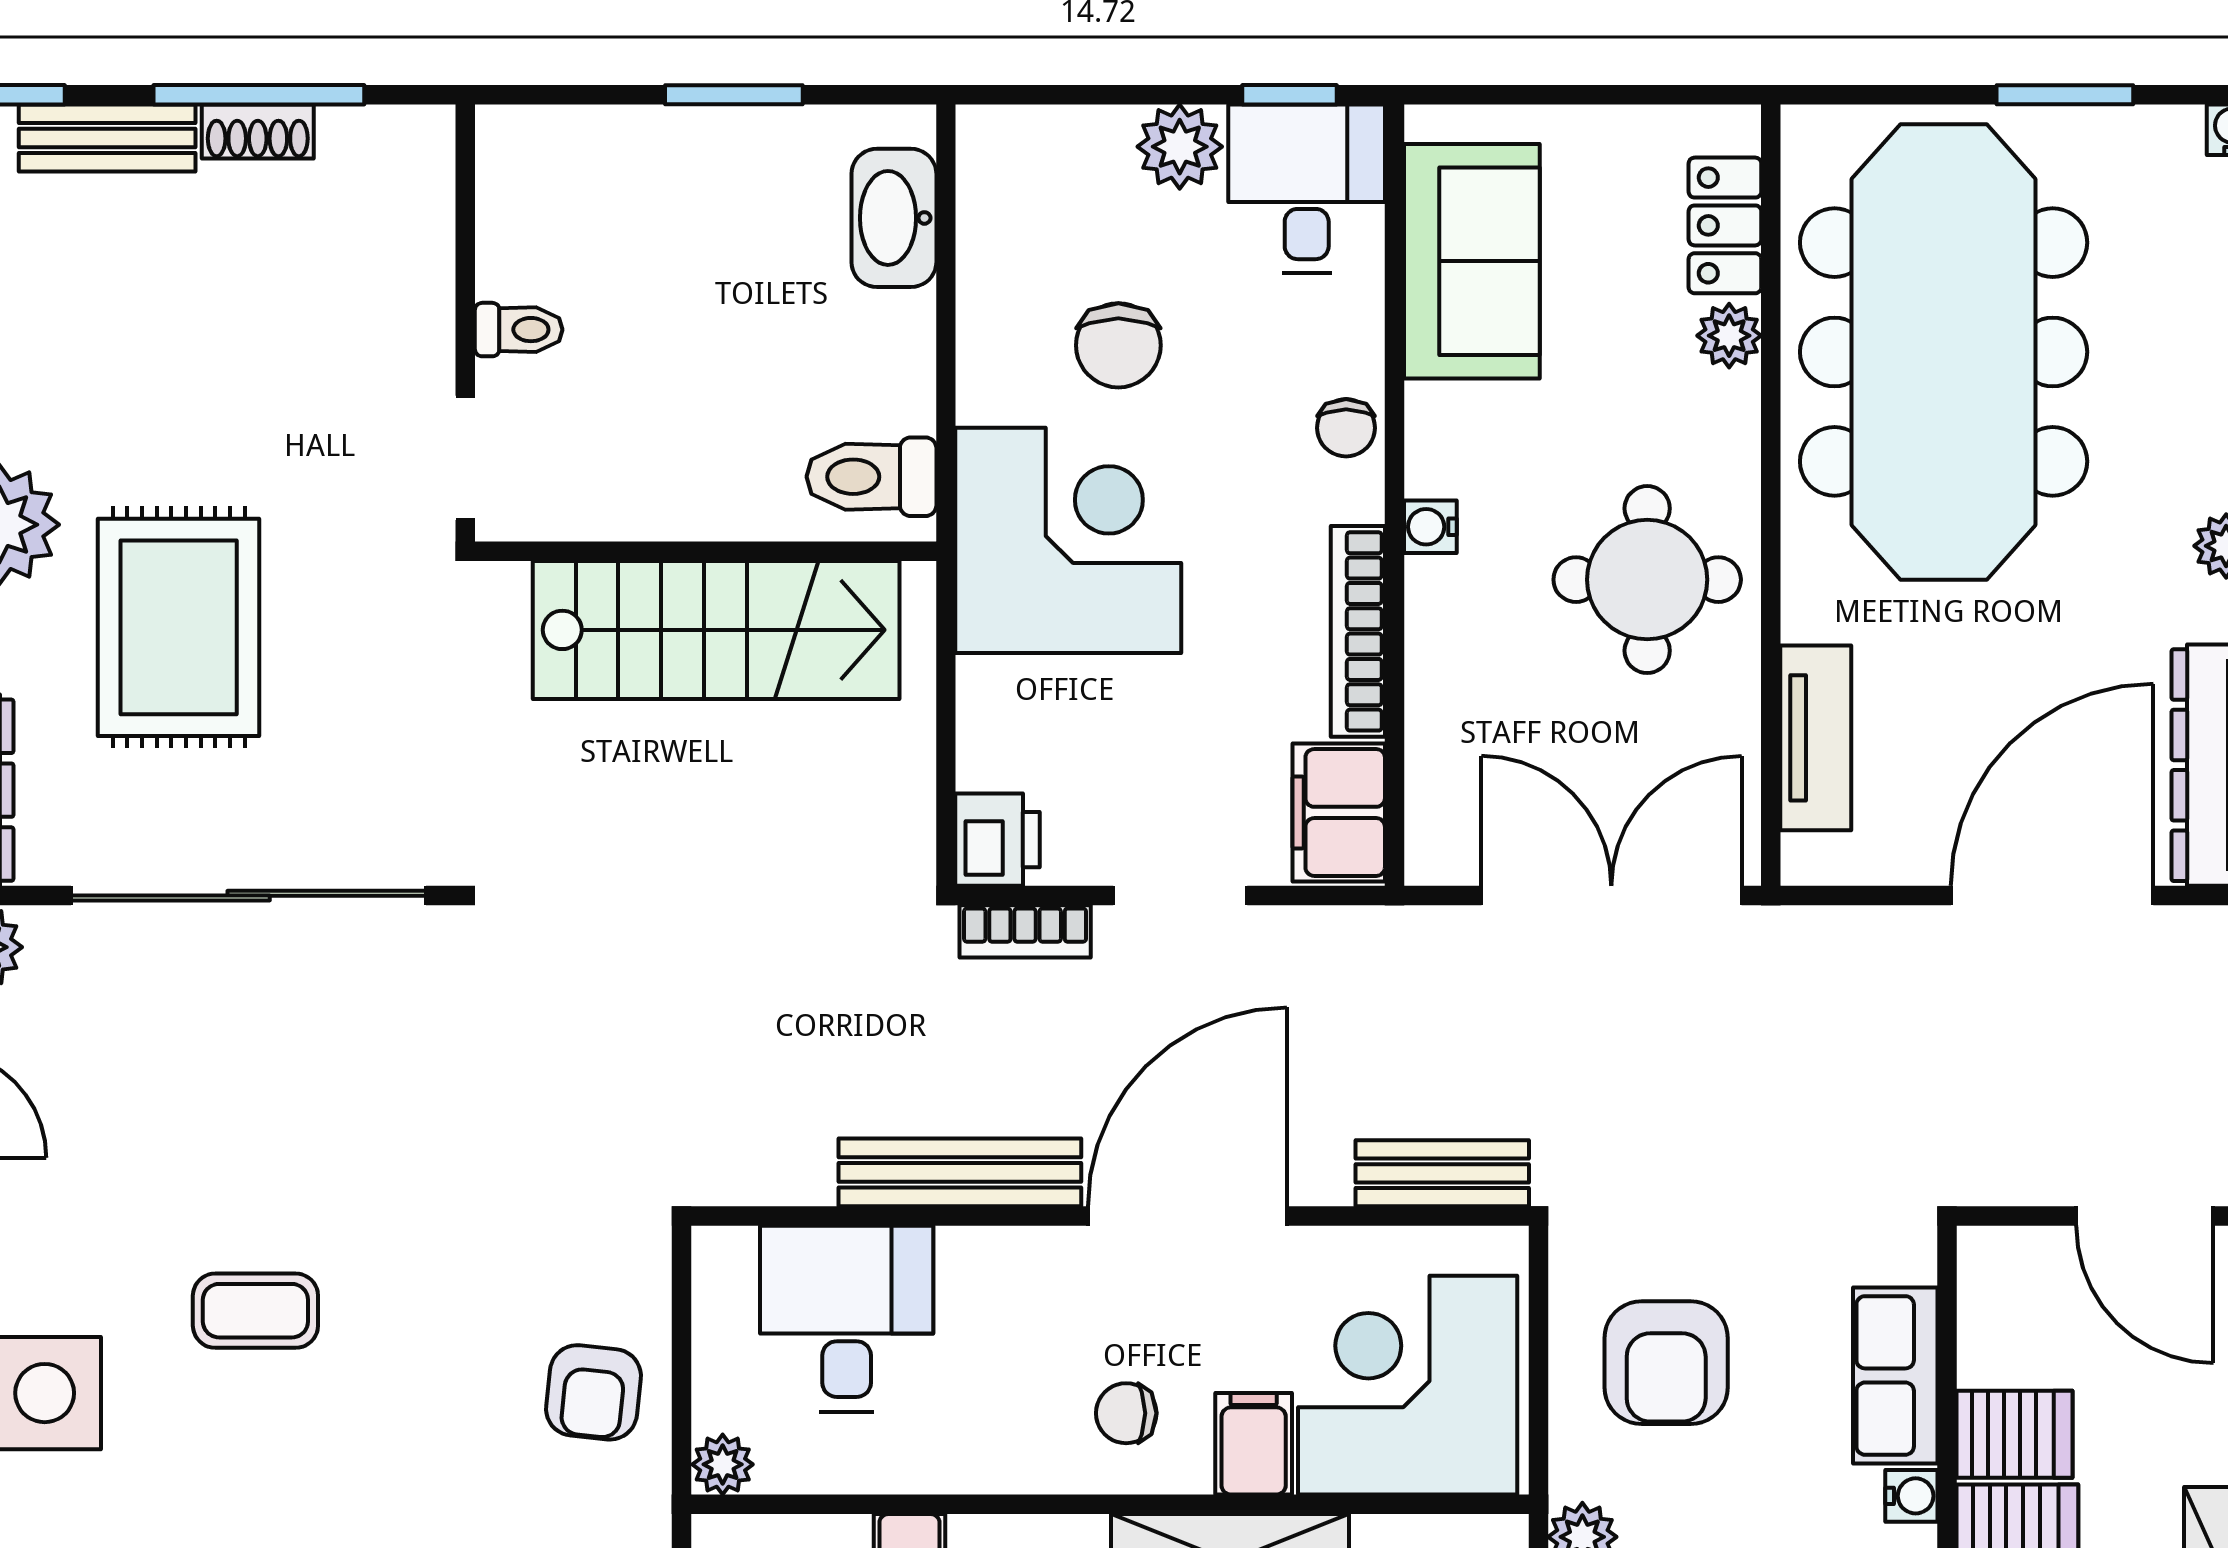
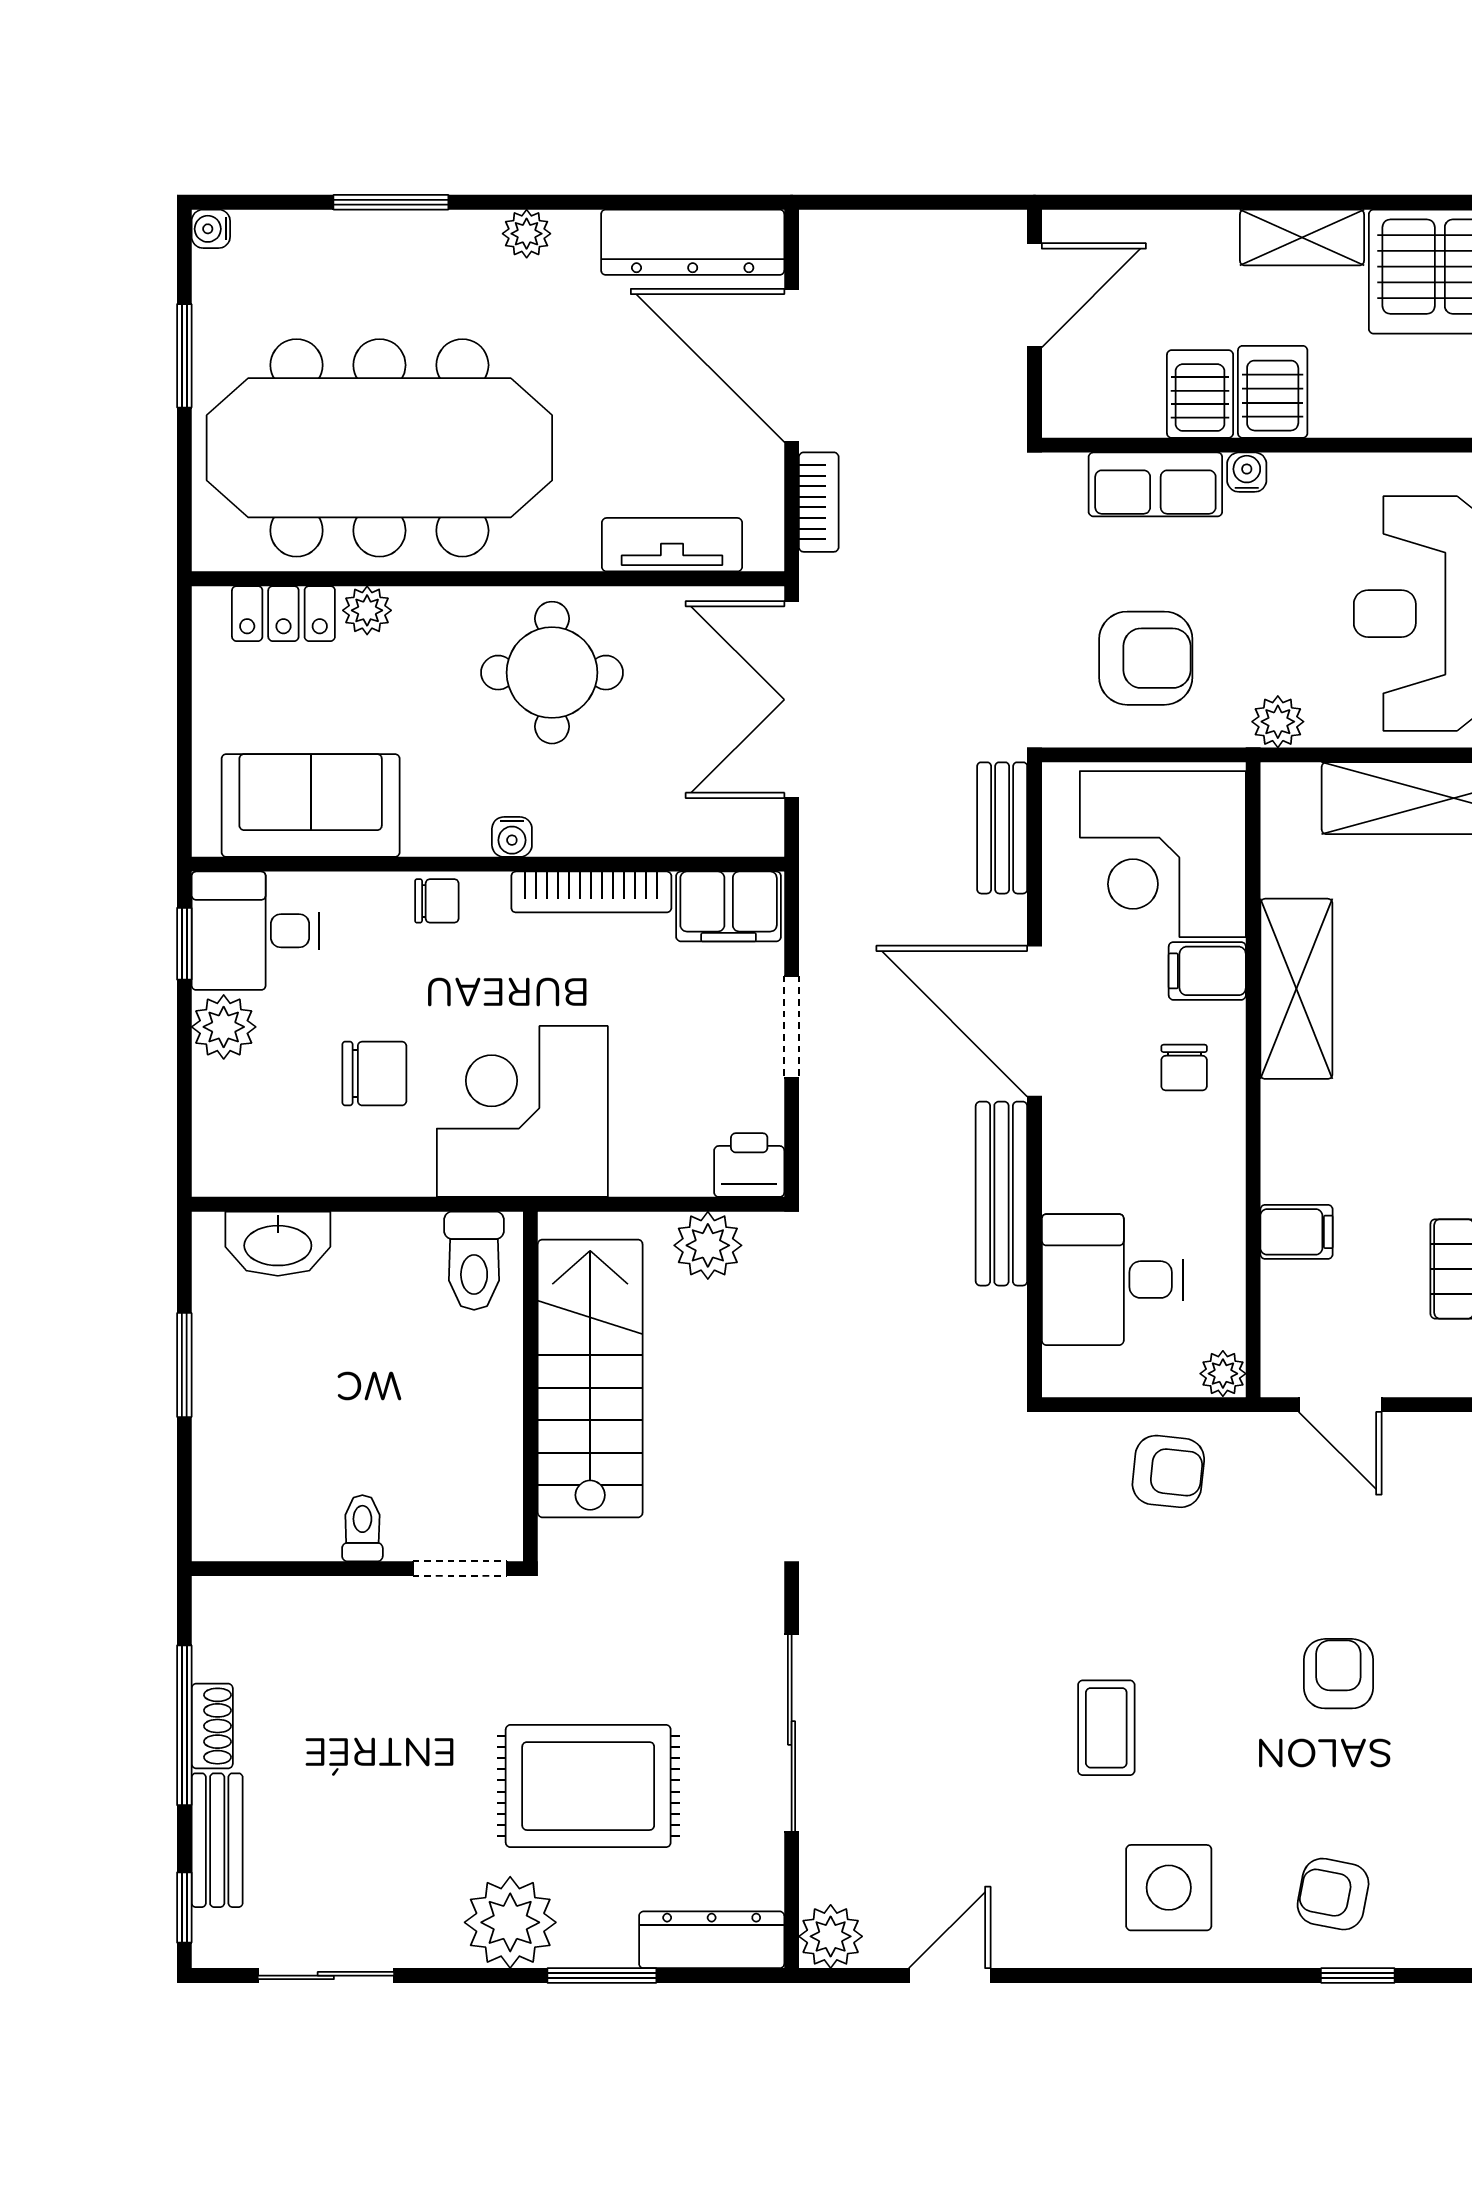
plant: (892, 785) -> (708, 1245), added
sliding door: (249, 896) -> (792, 1733), width x0.73
bookcase: (1025, 931) -> (819, 502), moved

